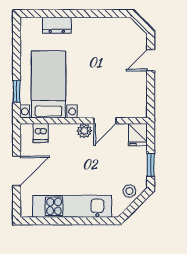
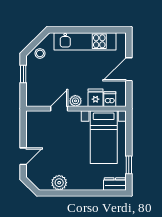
dresser: (57, 25) -> (115, 184), moved
plant: (105, 27) -> (59, 183), added
window: (17, 91) -> (129, 165), moved
fridge: (138, 135) -> (95, 98), moved

